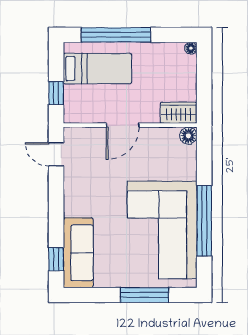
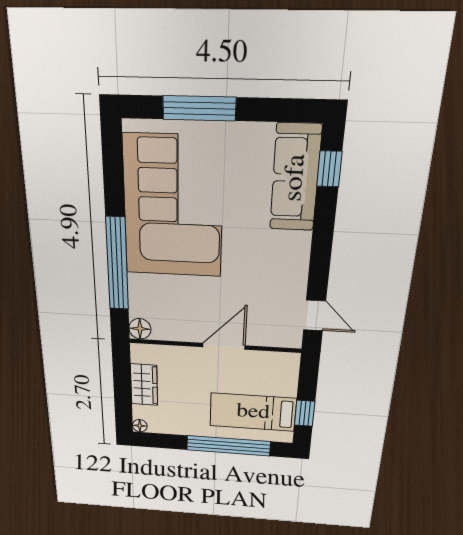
window: (56, 93) -> (305, 413), moved
wardrobe: (179, 113) -> (144, 385), moved, turned -90
window: (204, 221) -> (117, 264), moved

